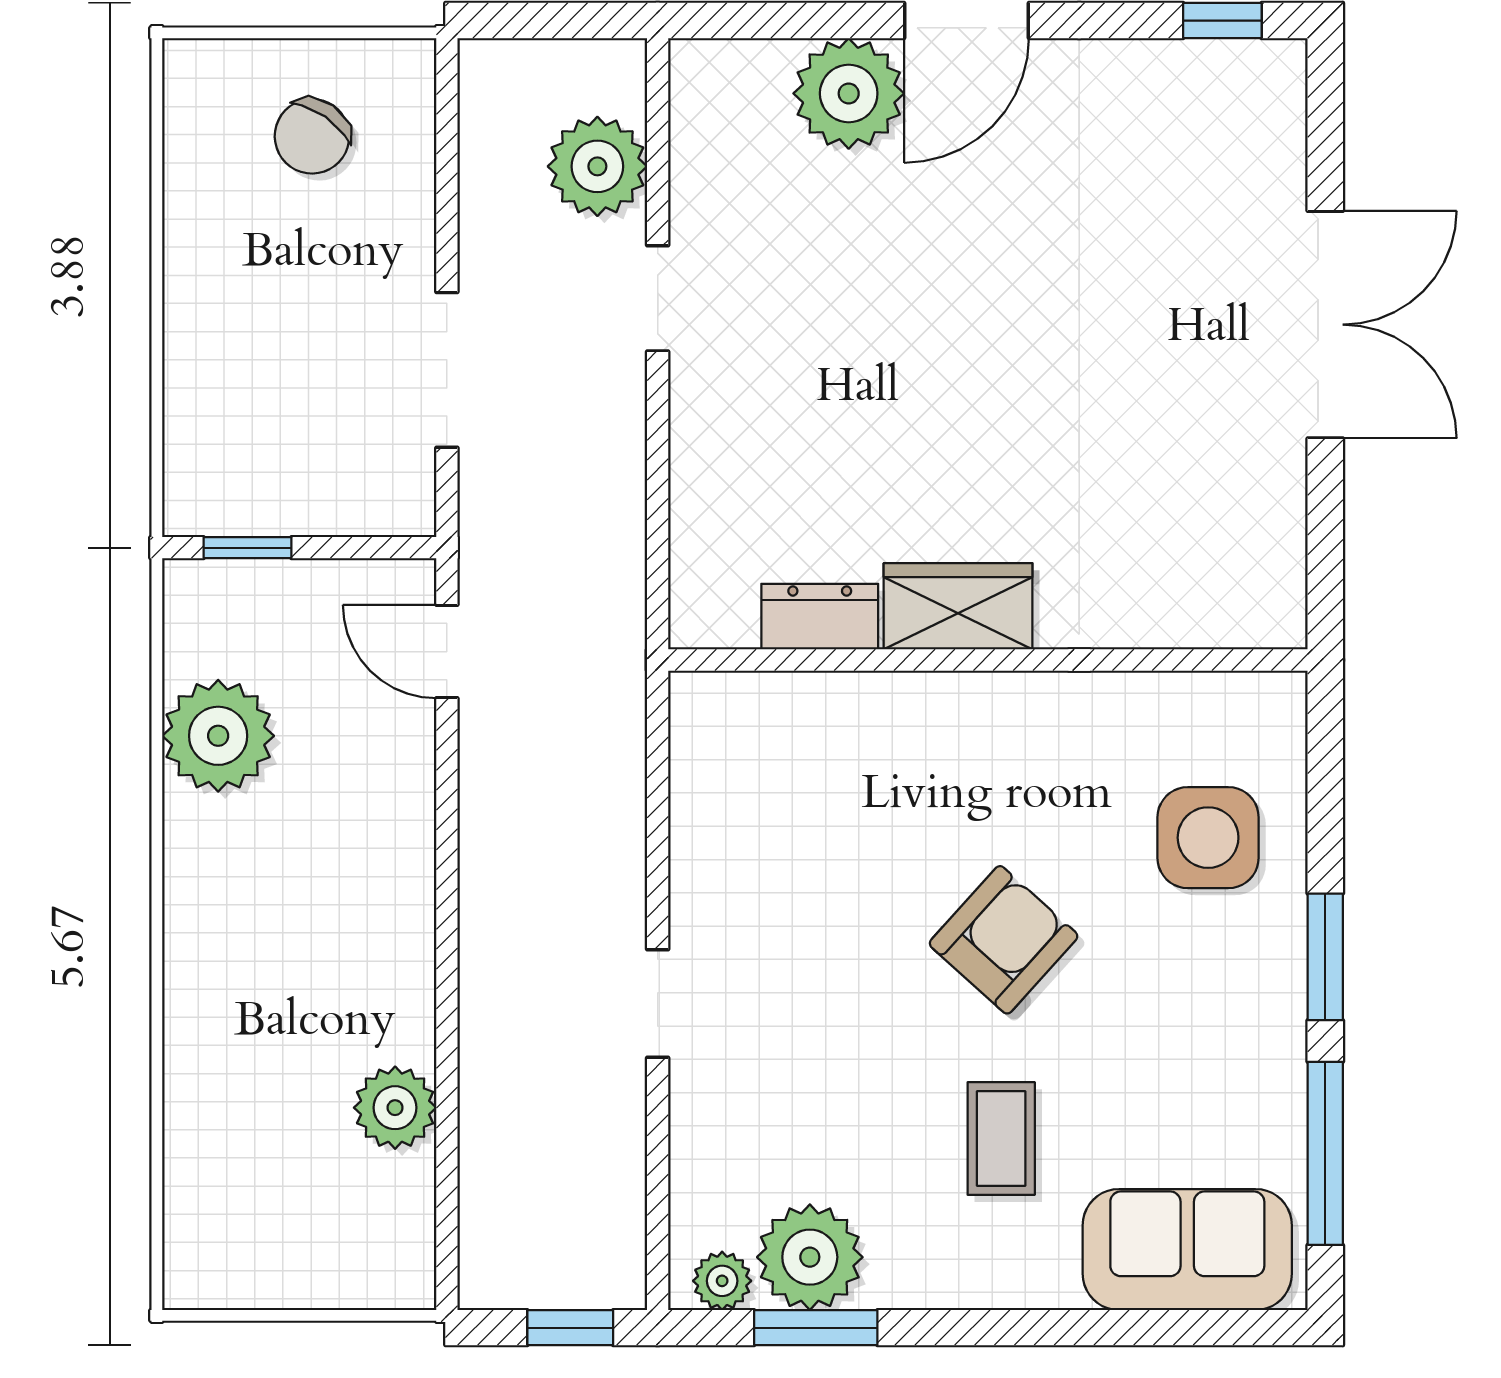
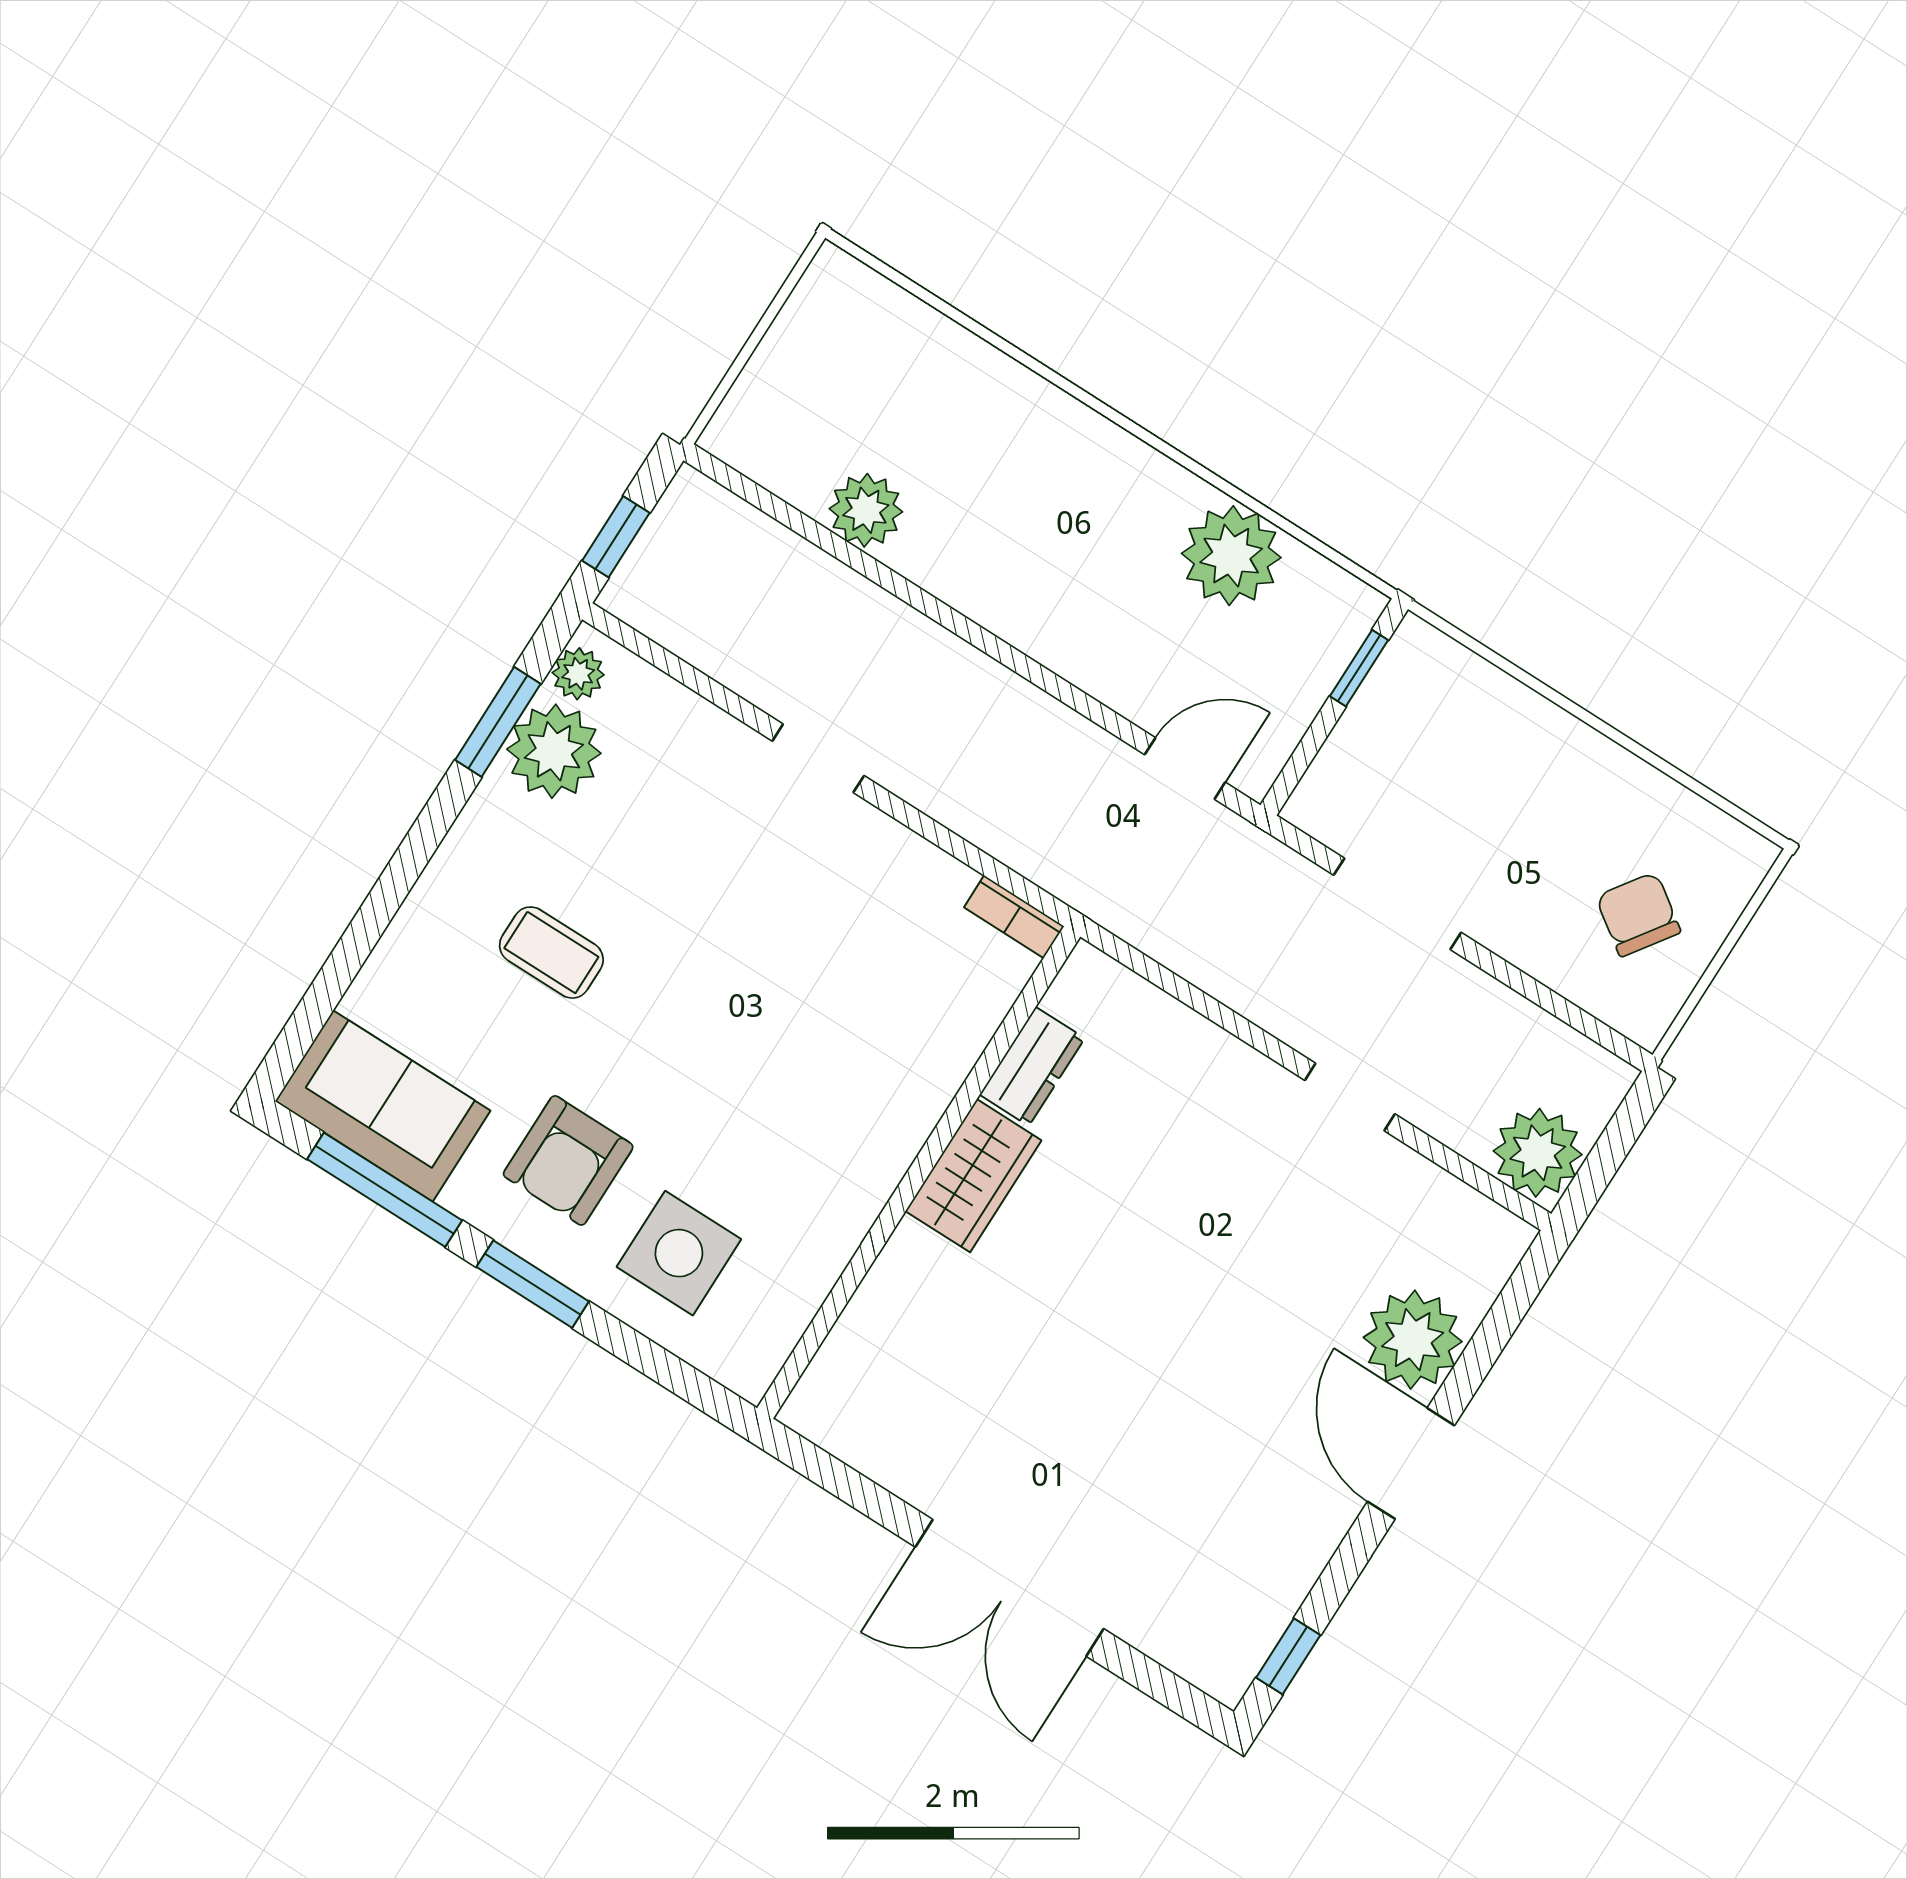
plant: (597, 166) -> (1538, 1153), moved
bookcase: (689, 724) -> (1014, 917), added
armchair: (1004, 940) -> (568, 1160), moved, turned 48
sofa: (1187, 1250) -> (383, 1106), moved, turned -90

